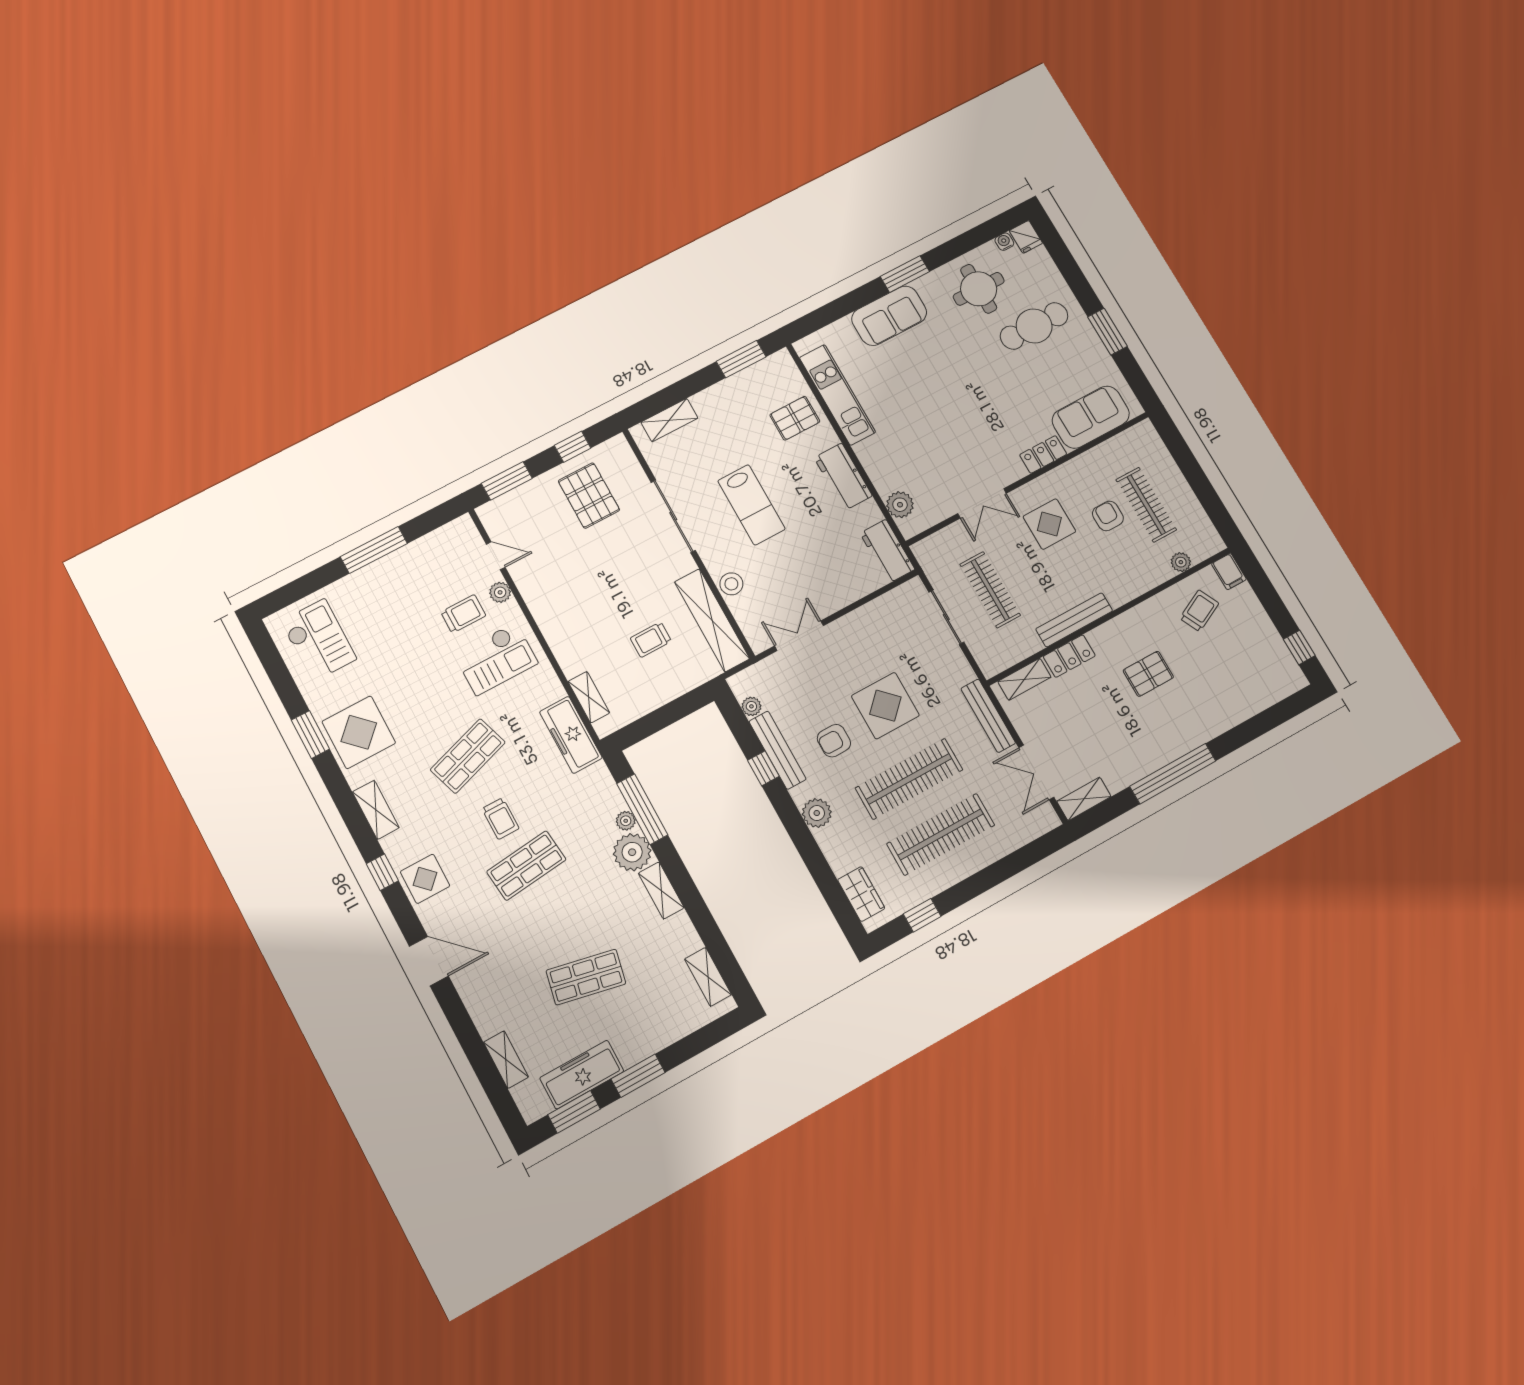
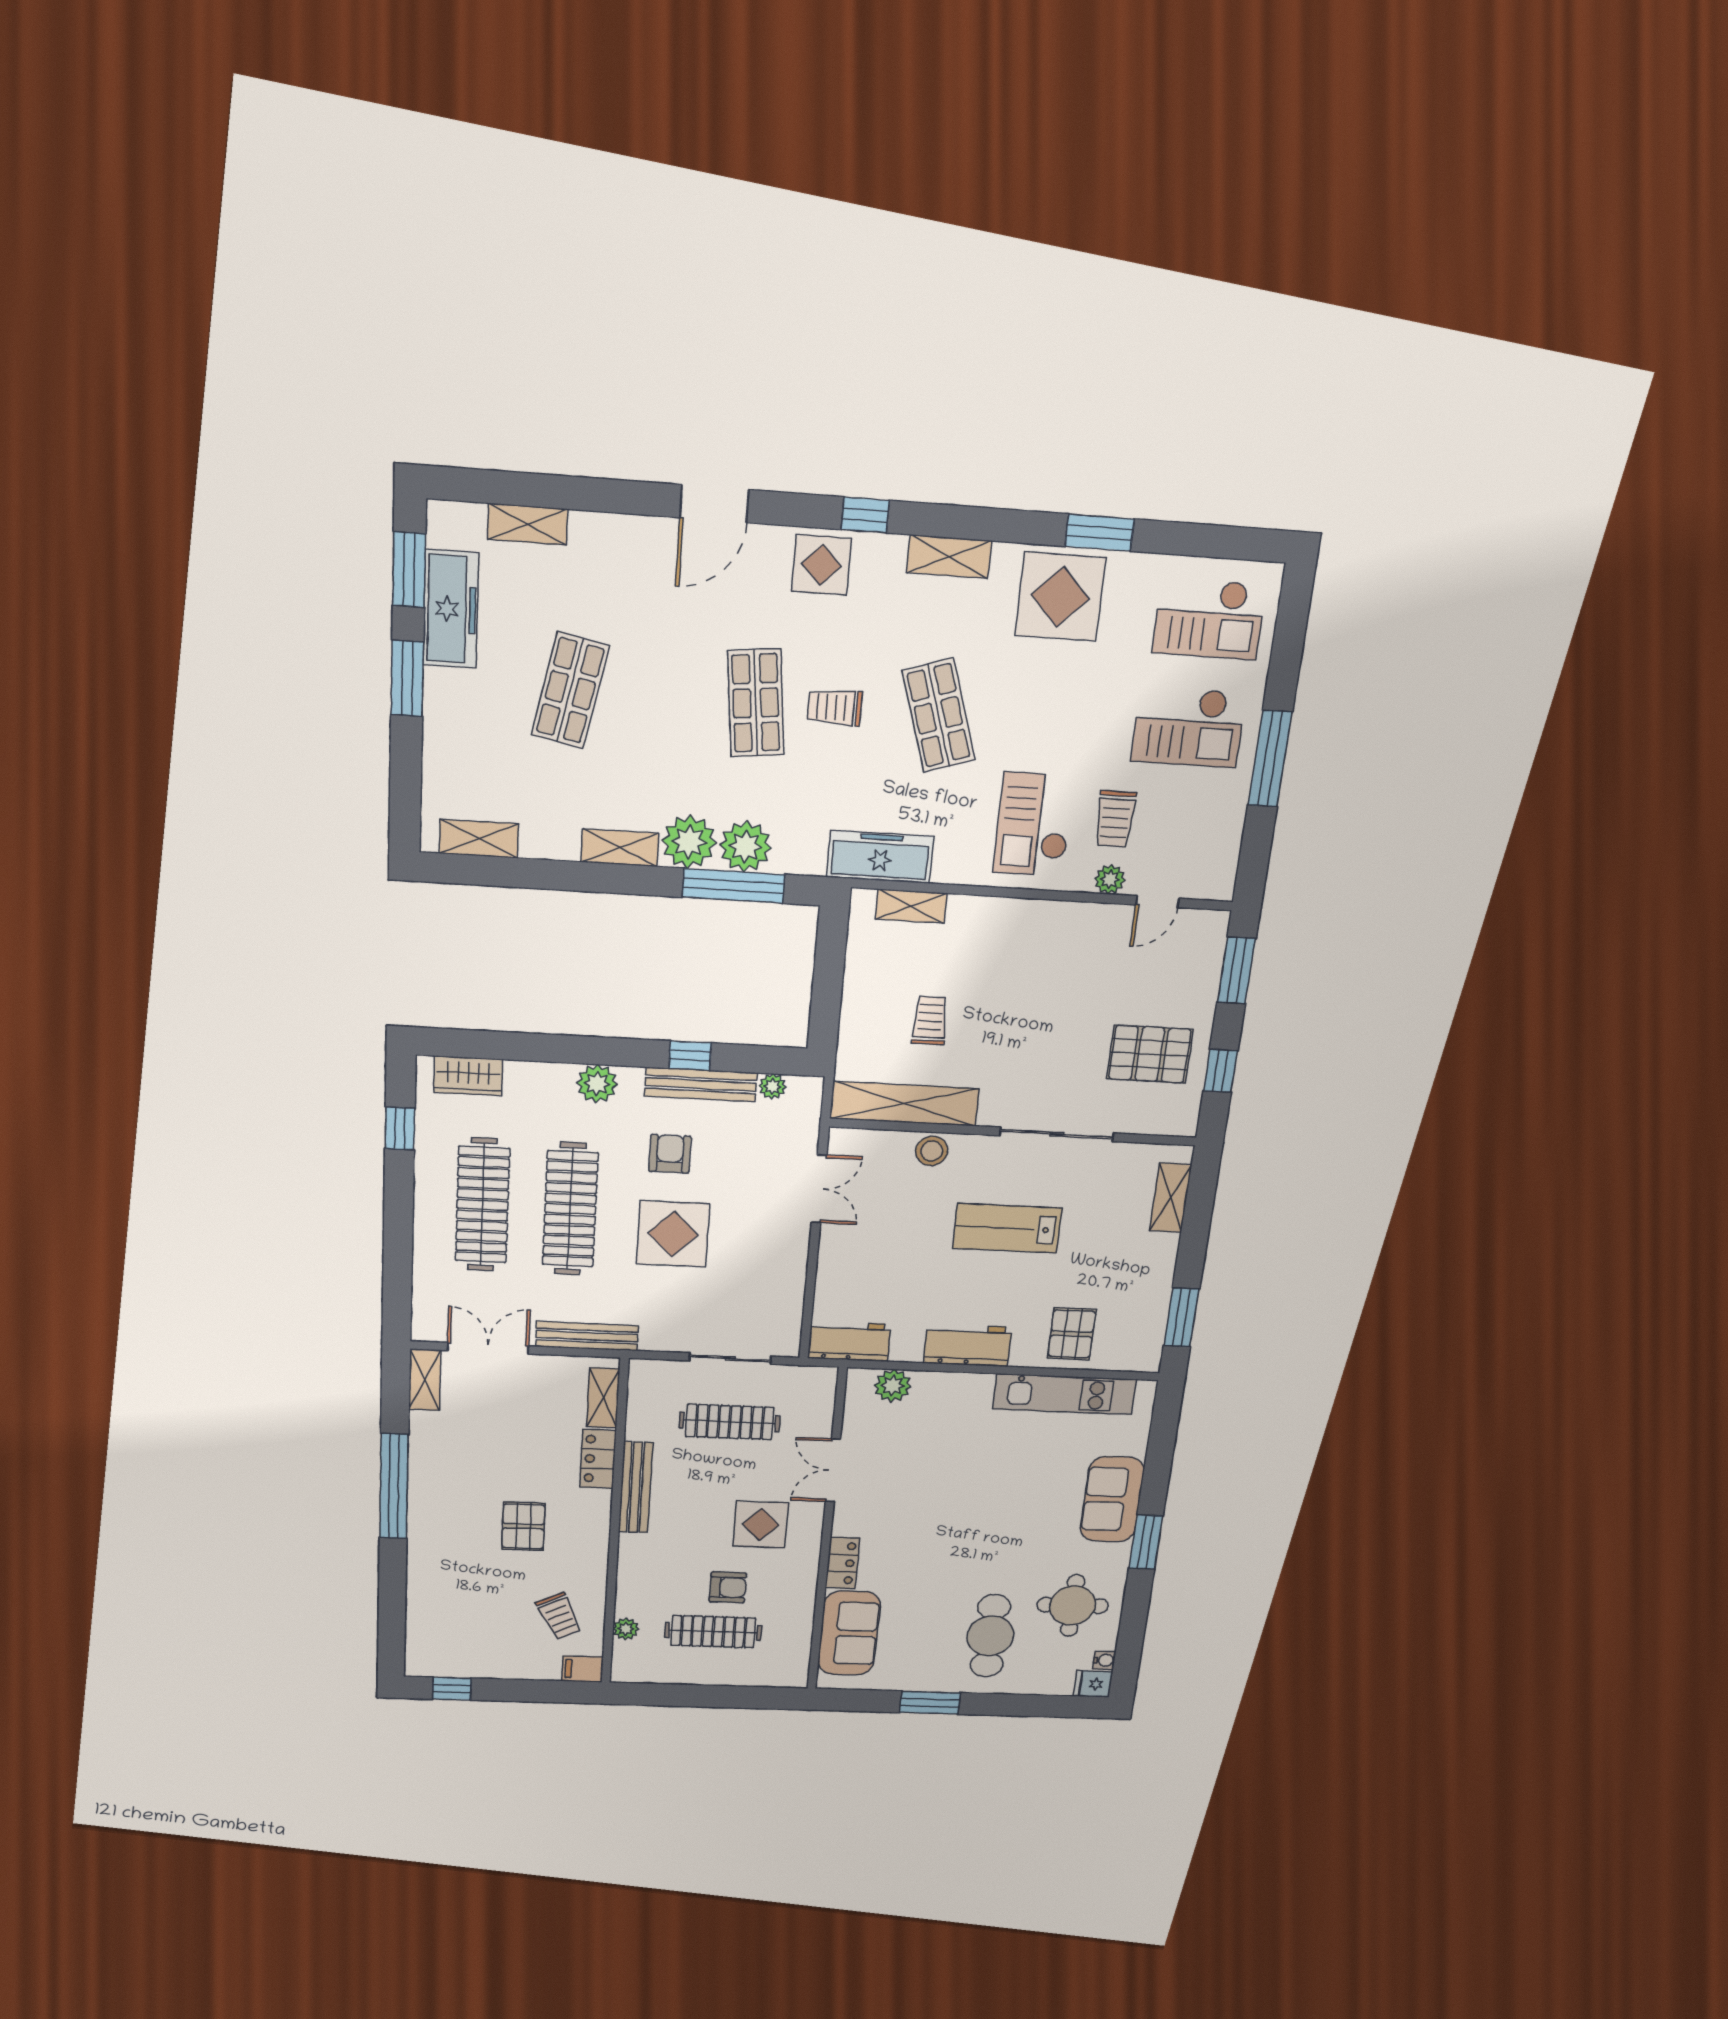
checkout: (385, 609) -> (1188, 727), added
plant: (626, 821) -> (745, 846), width x1.87, depth x1.87

